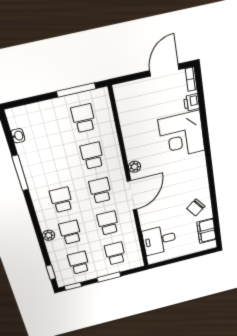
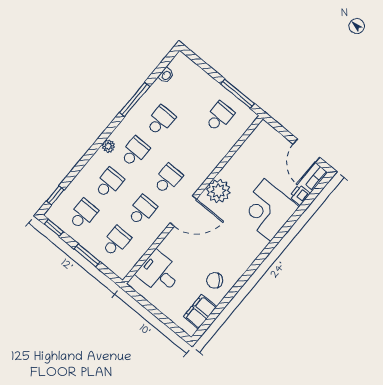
door: (164, 70) -> (306, 151), swing flipped
school desk: (92, 156) -> (161, 120), moved
plant: (135, 167) -> (218, 191), width x1.88, depth x1.88
plant: (49, 235) -> (108, 146), moved

